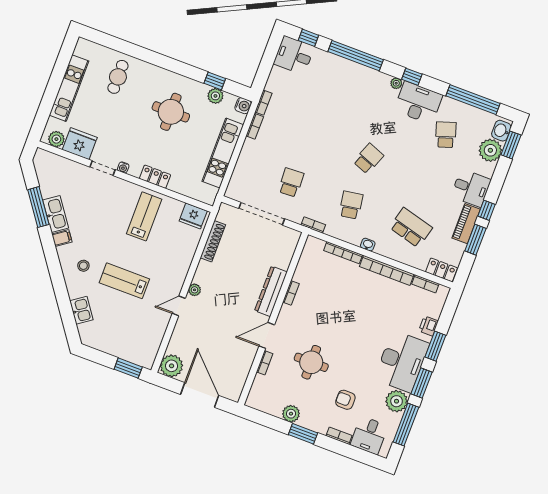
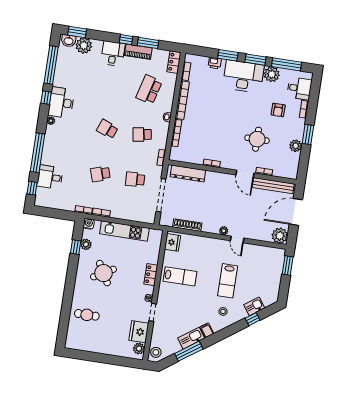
desk: (294, 55) -> (50, 177), moved, turned 90
window: (412, 77) -> (46, 98), moved
kitchen unit: (69, 88) -> (102, 347), removed
round table: (171, 112) -> (103, 273), turned -30
school desk: (446, 135) -> (100, 174), moved
stool: (46, 161) -> (156, 352), added
lab bench: (144, 216) -> (180, 276), turned 180
dresser: (271, 291) -> (188, 173), moved
window: (64, 304) -> (253, 319), added
bench: (243, 371) -> (273, 186), added

